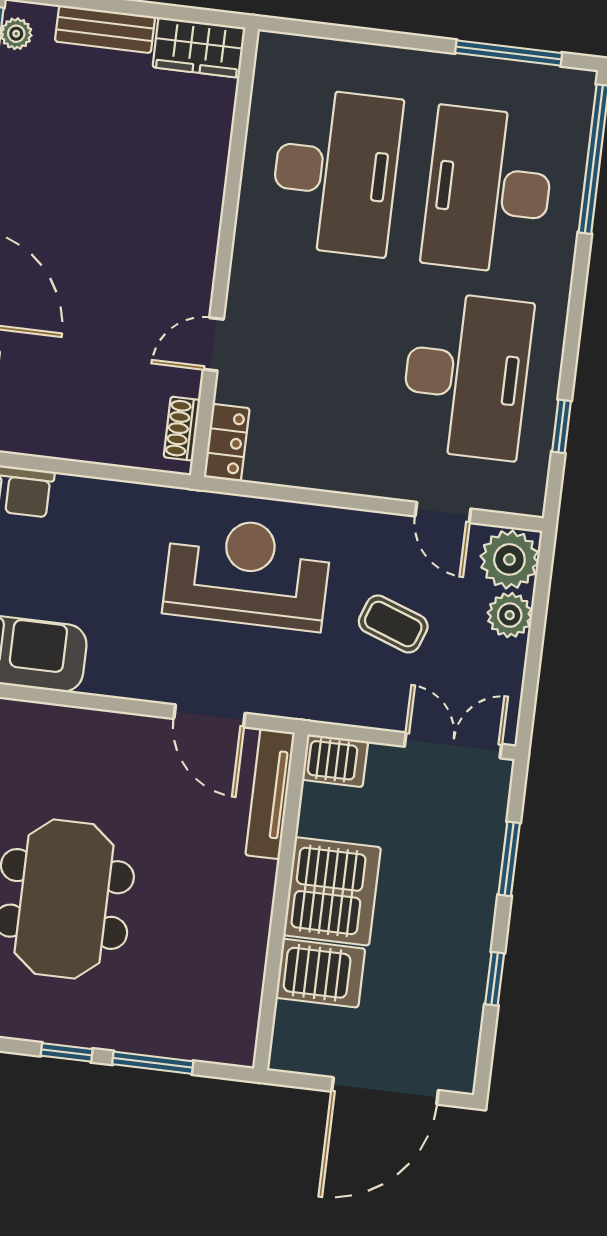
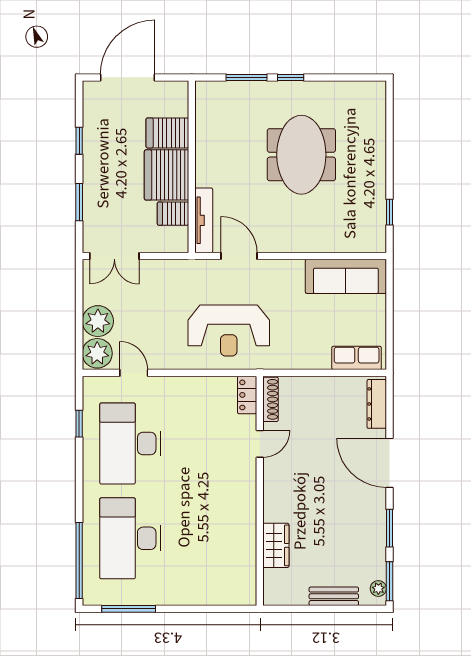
wardrobe: (199, 47) -> (276, 545), moved, turned 90
desk: (336, 172) -> (209, 538), removed
desk: (489, 190) -> (130, 538), turned 180
shoe rack: (182, 429) -> (271, 399), width x1.43
plant: (510, 615) -> (98, 321), width x1.36, depth x1.36
coffee table: (393, 624) -> (152, 314), removed
server rack: (335, 761) -> (173, 214), moved

